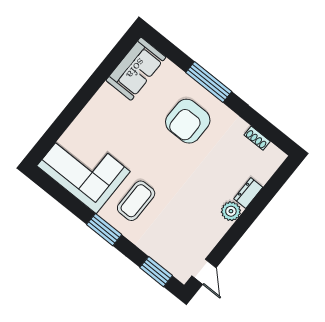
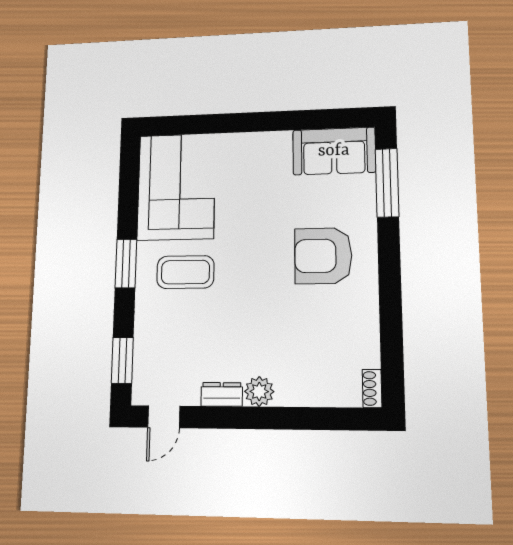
window: (209, 82) -> (387, 183), moved
shoe rack: (257, 138) -> (372, 388), moved
dresser: (248, 193) -> (222, 394), moved

